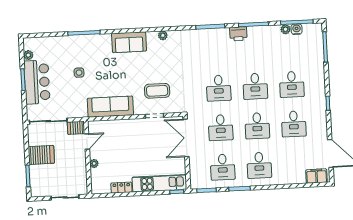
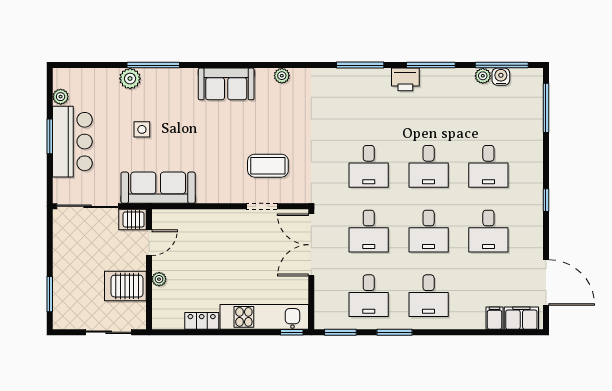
plant: (70, 42) -> (130, 79), added
sofa: (110, 107) -> (158, 188), moved
server rack: (41, 155) -> (125, 286), moved, turned 180
filing cabinet: (300, 177) -> (495, 318), added

